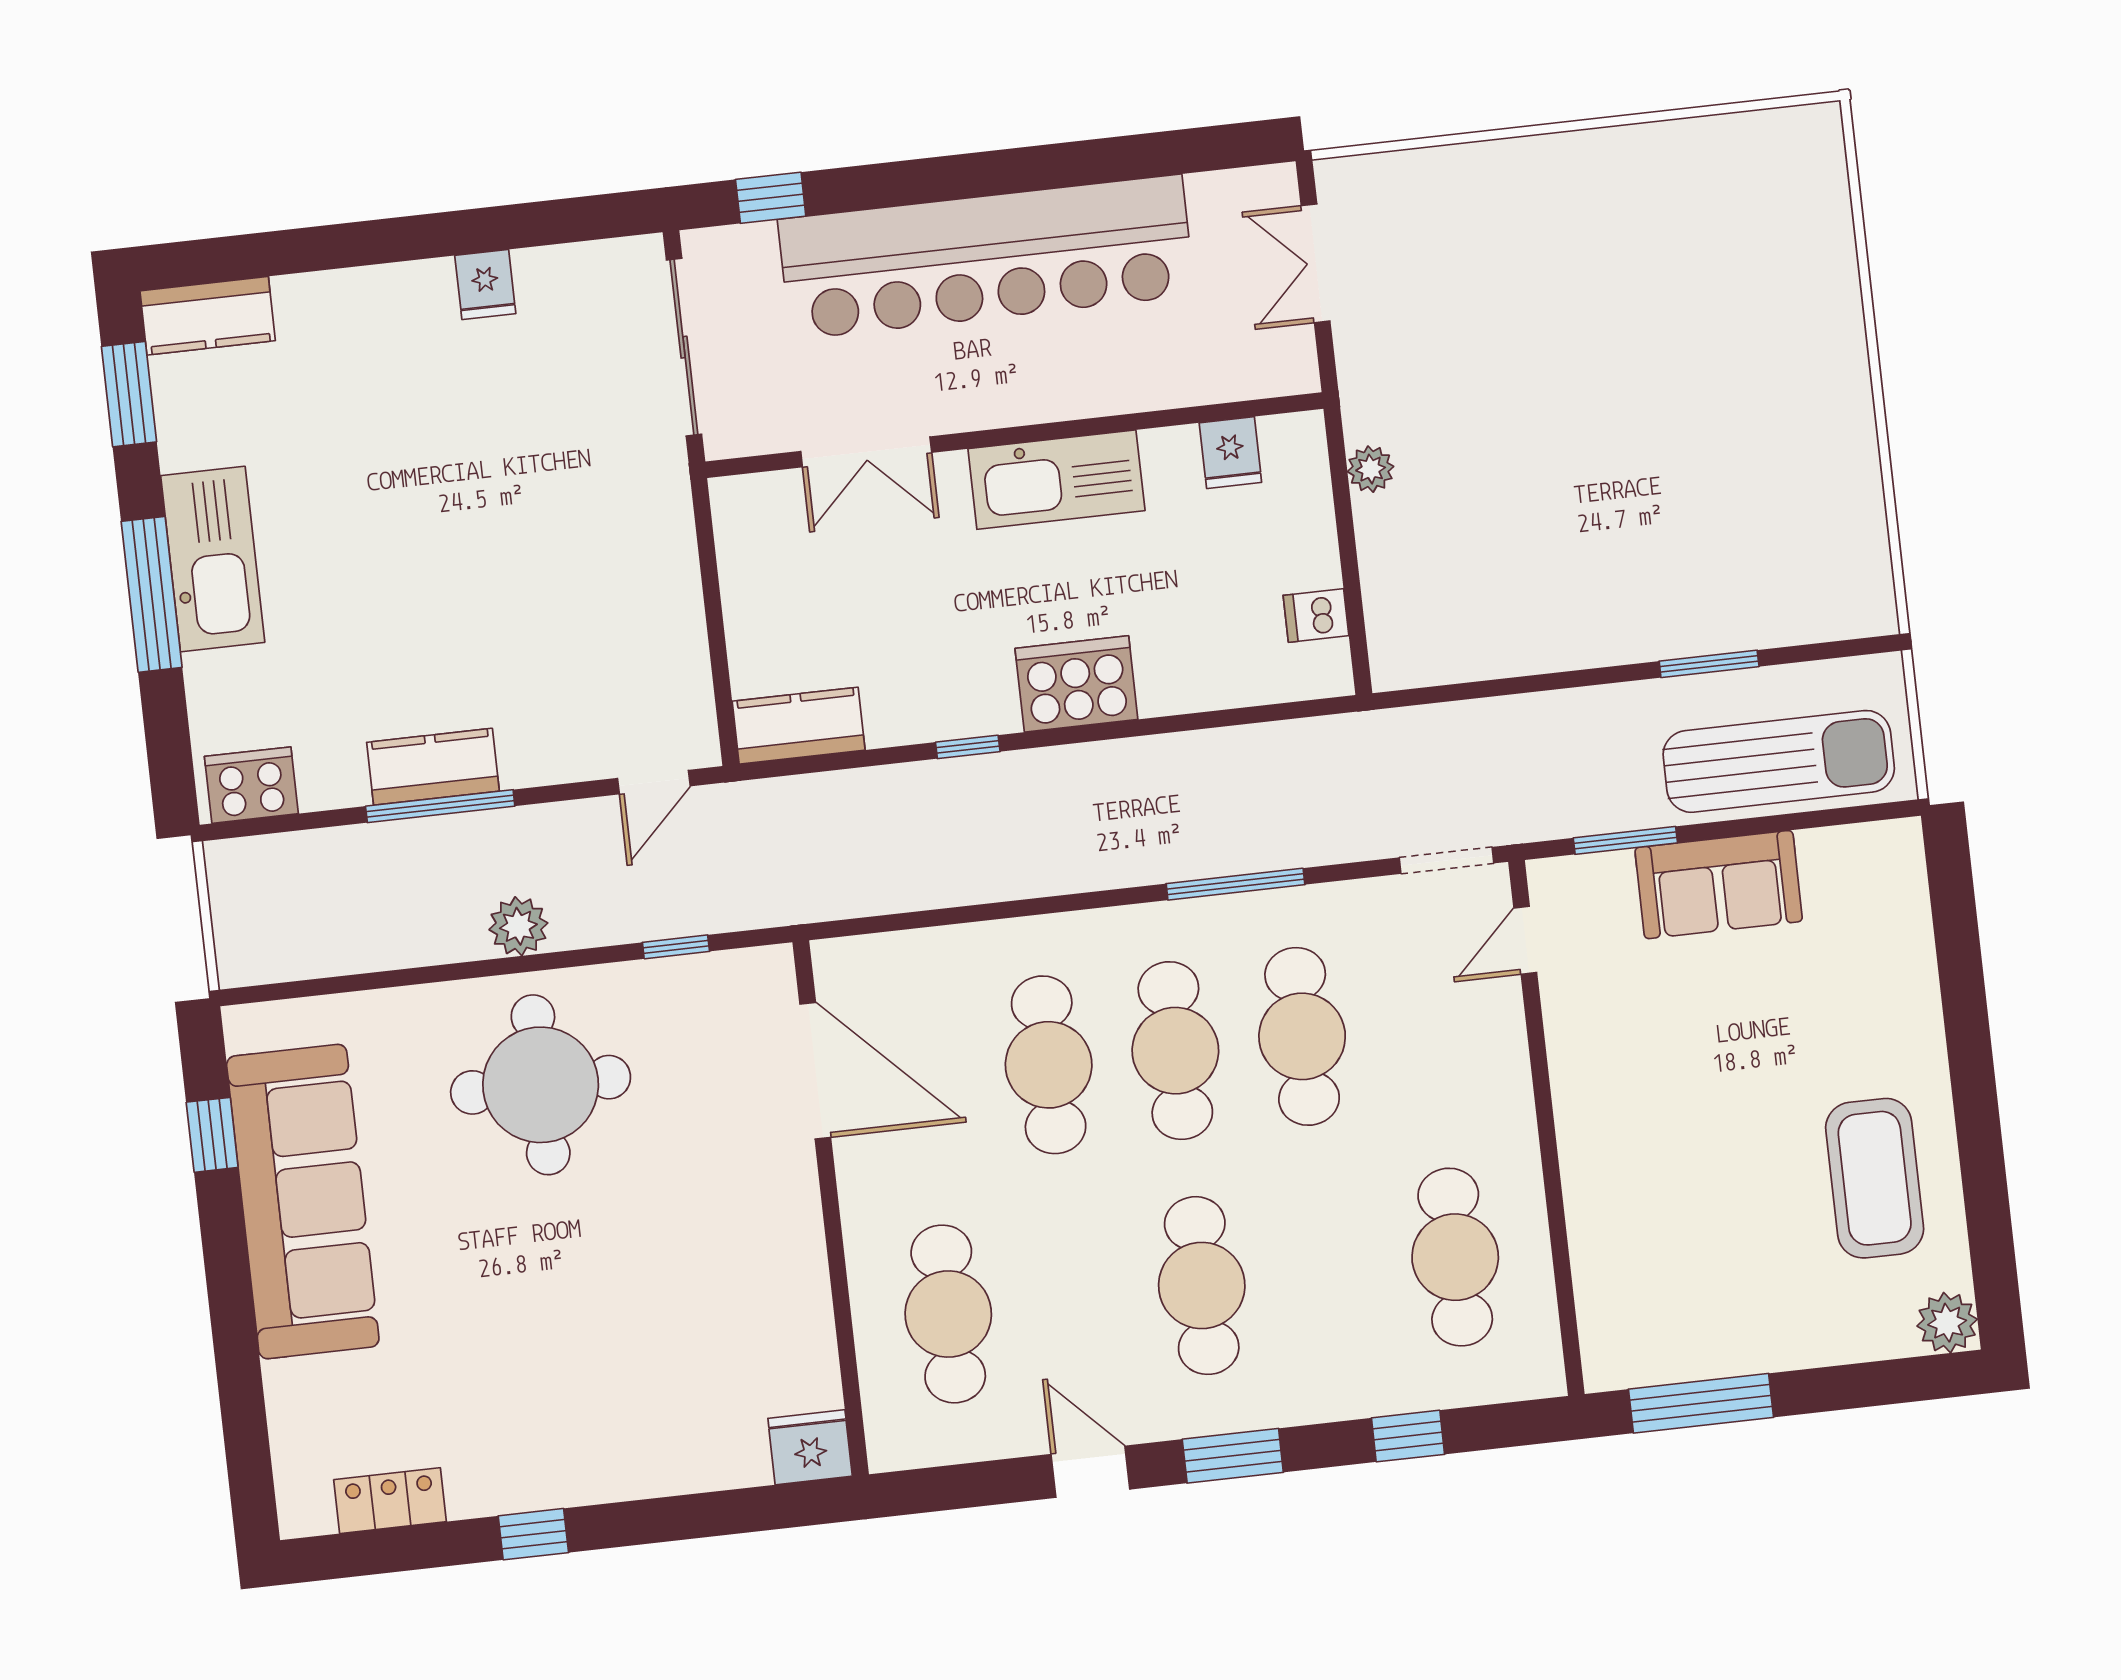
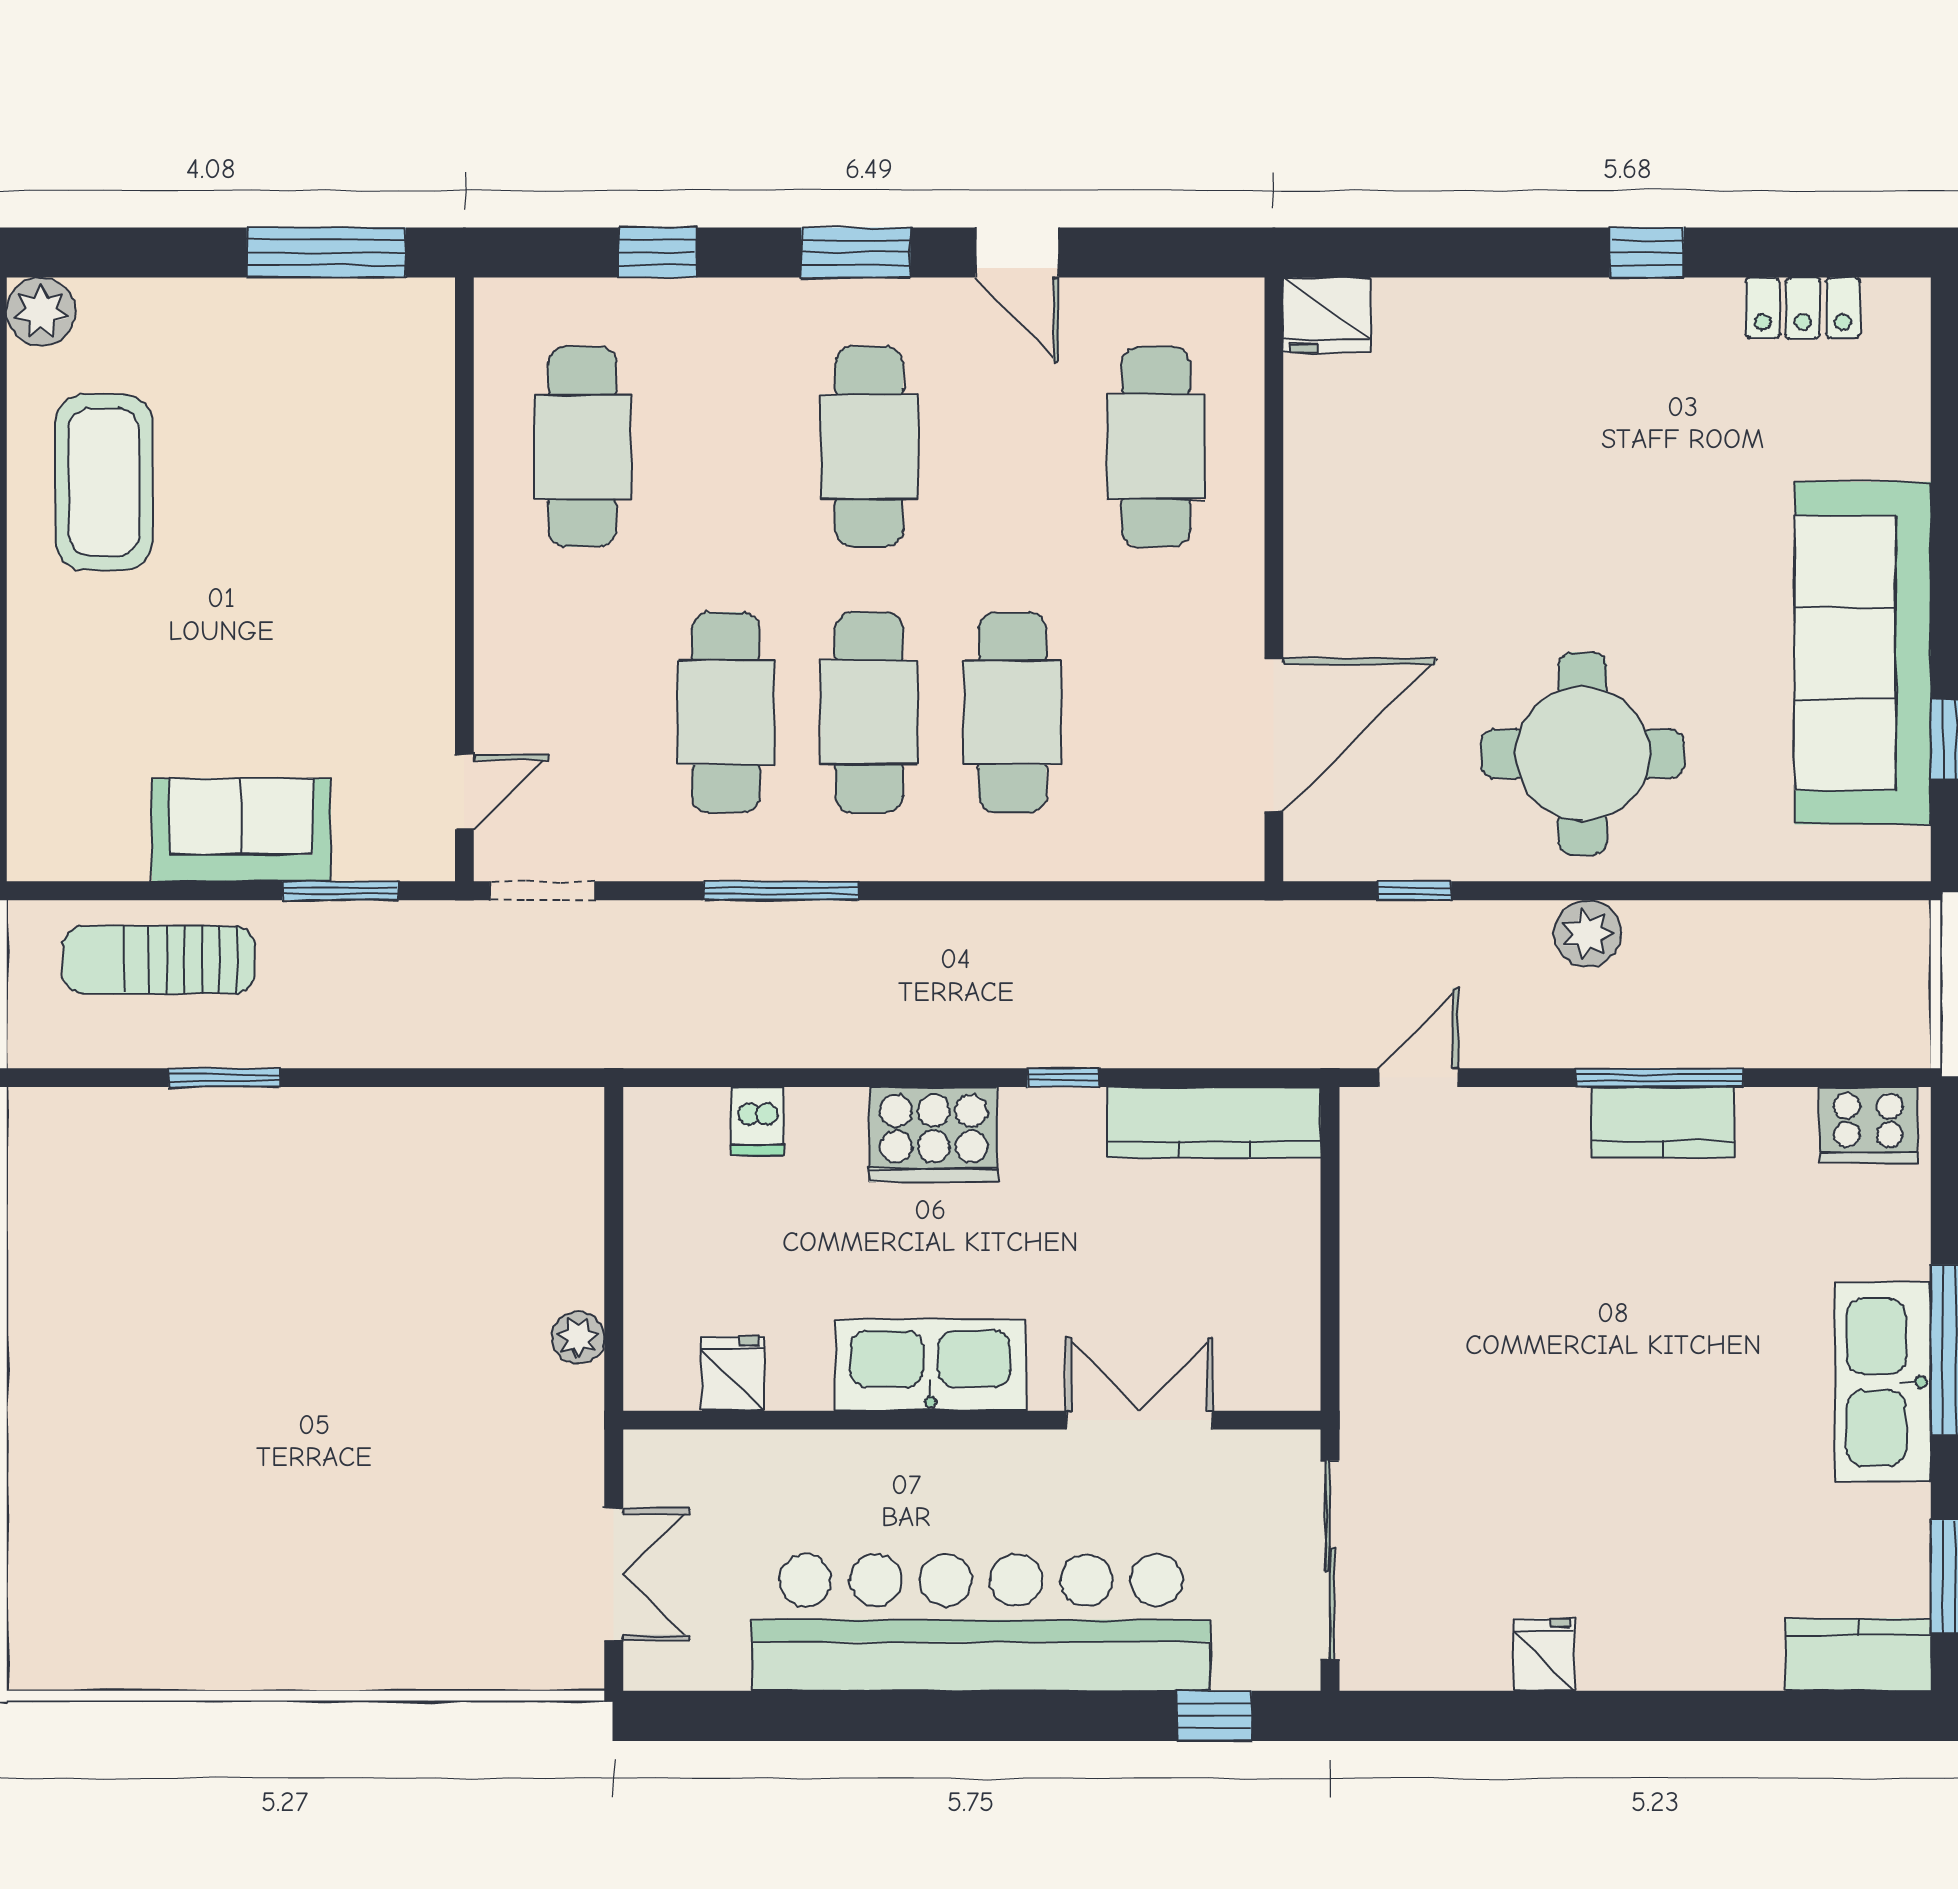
dishwasher: (1316, 615) -> (757, 1121), moved, turned 90
kitchen counter: (799, 726) -> (1214, 1123), width x1.50
sun lounger: (1779, 761) -> (159, 960), width x0.73, depth x0.75
door: (815, 1071) -> (1274, 735), swing flipped

